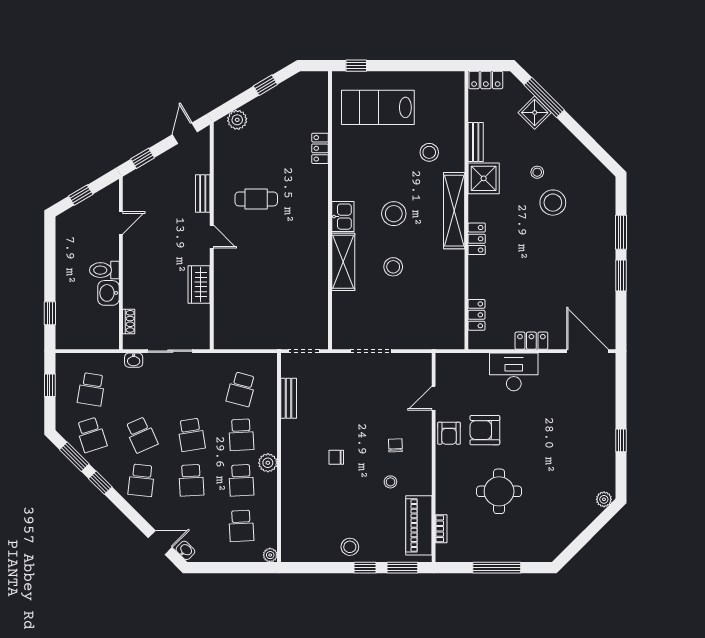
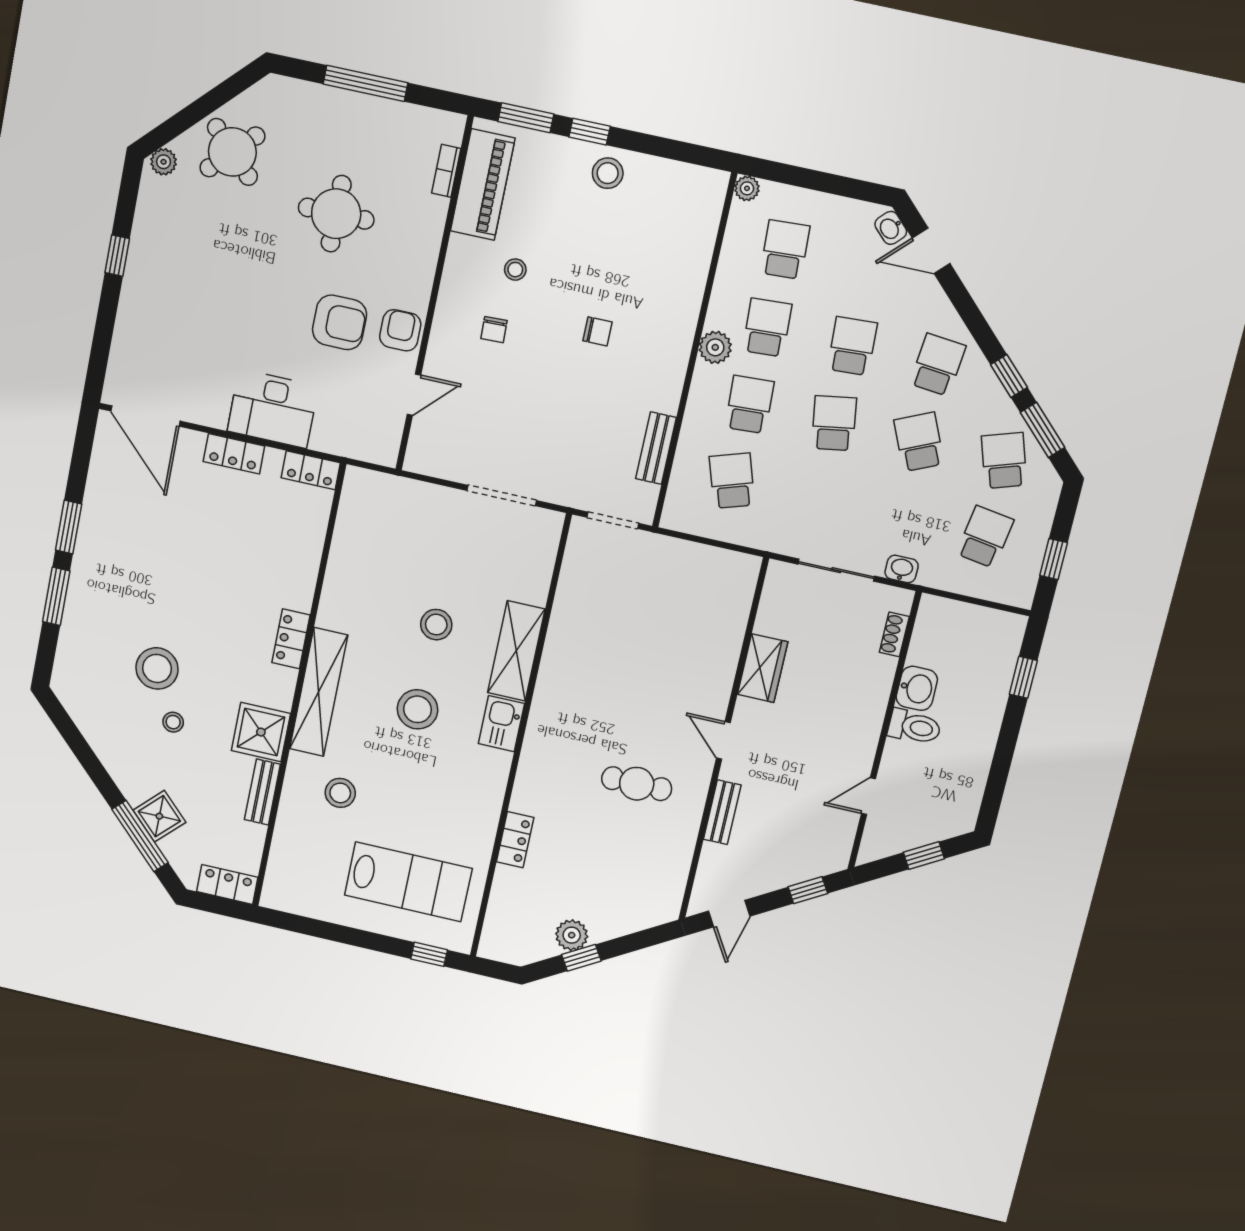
plant: (237, 120) -> (572, 935), moved
locker: (477, 315) -> (311, 470), moved, turned -90
school desk: (241, 389) -> (732, 481), turned -33
round table: (565, 513) -> (232, 152), added

